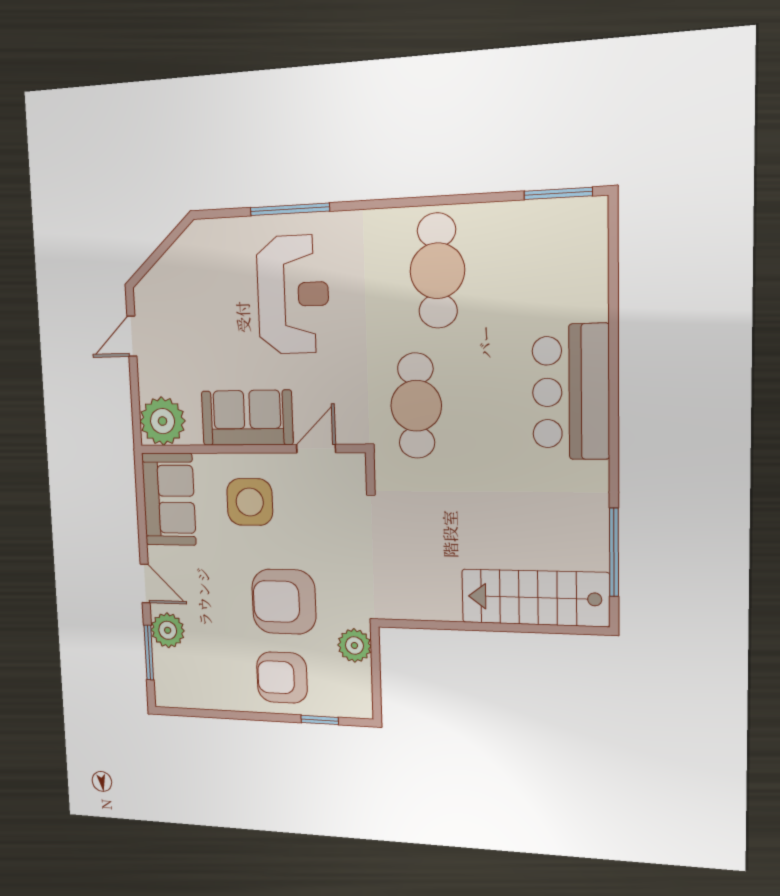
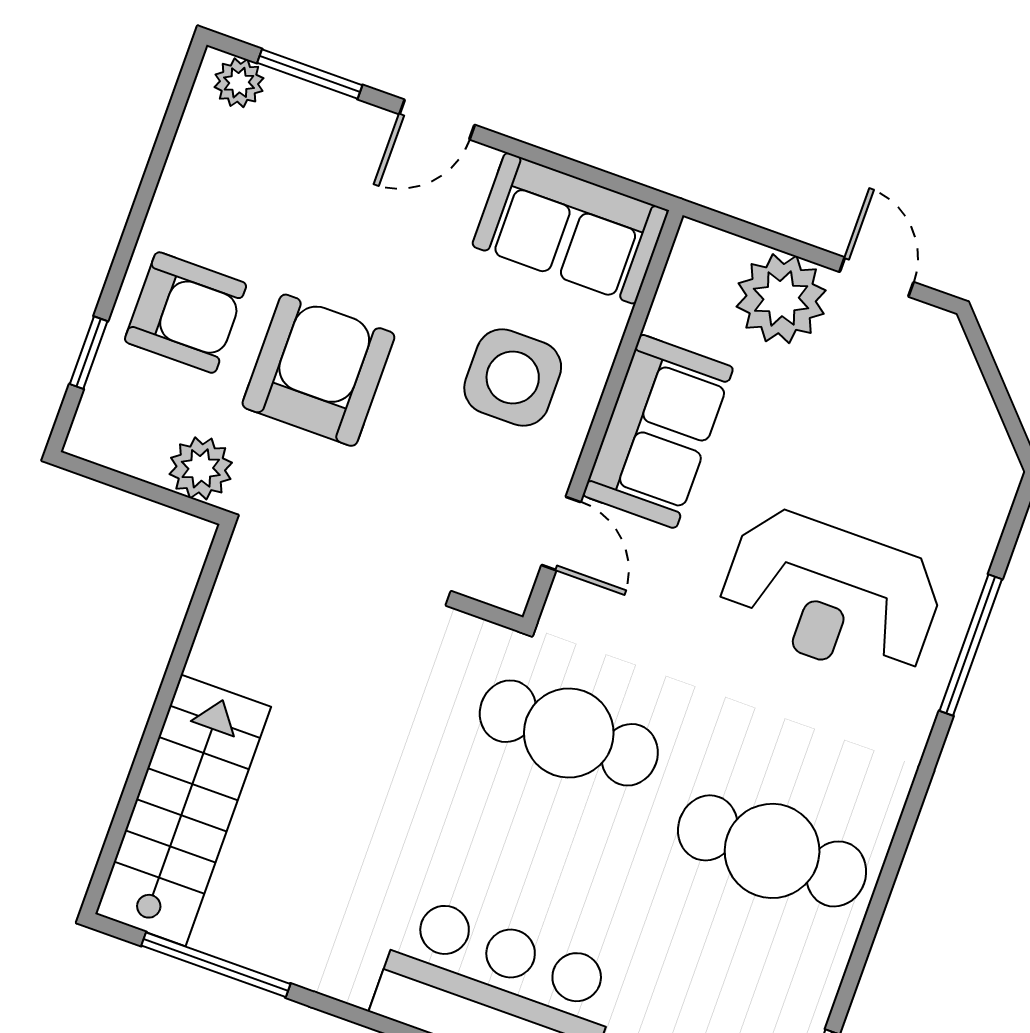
plant: (162, 421) -> (781, 299), moved
plant: (168, 630) -> (239, 83), moved, width x0.73, depth x0.73
armchair: (282, 677) -> (186, 313), turned 90

